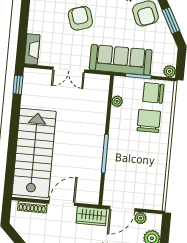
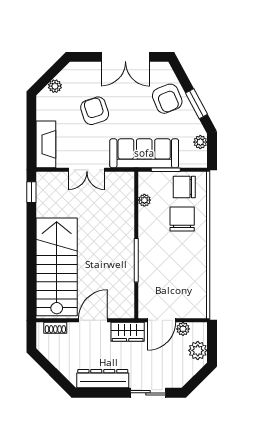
fireplace: (32, 49) -> (46, 144), width x1.37, depth x1.32
plant: (170, 71) -> (200, 142), moved
shoe rack: (32, 207) -> (55, 328), width x0.70

